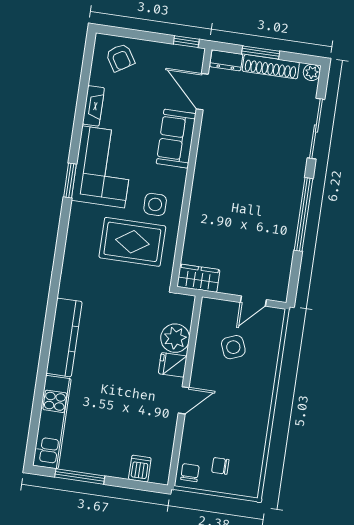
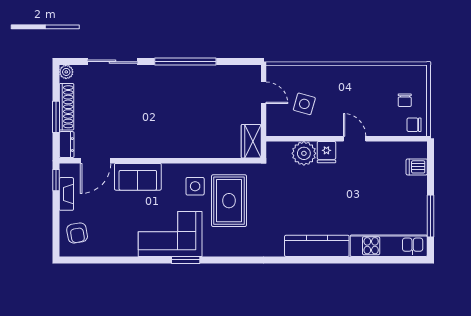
armchair: (120, 57) -> (77, 233), turned 112
fireplace: (93, 106) -> (66, 194), moved, turned 90
side table: (233, 347) -> (304, 104), turned 38

